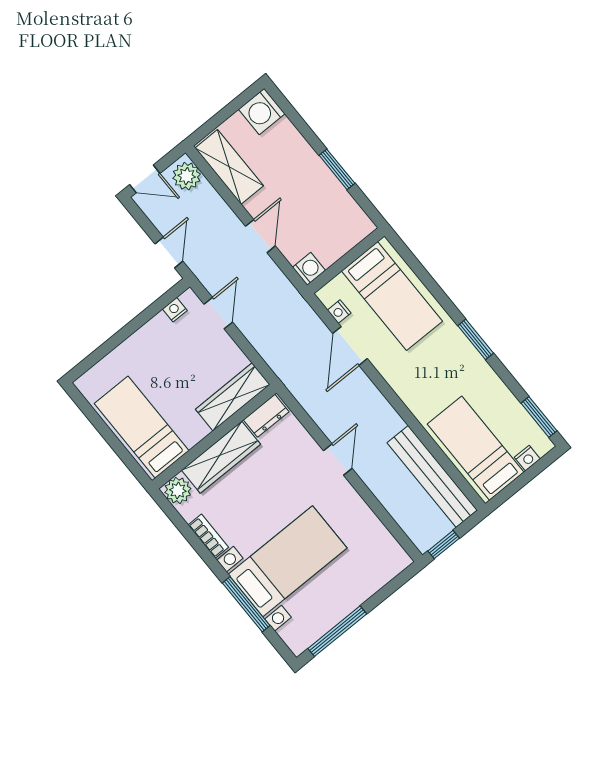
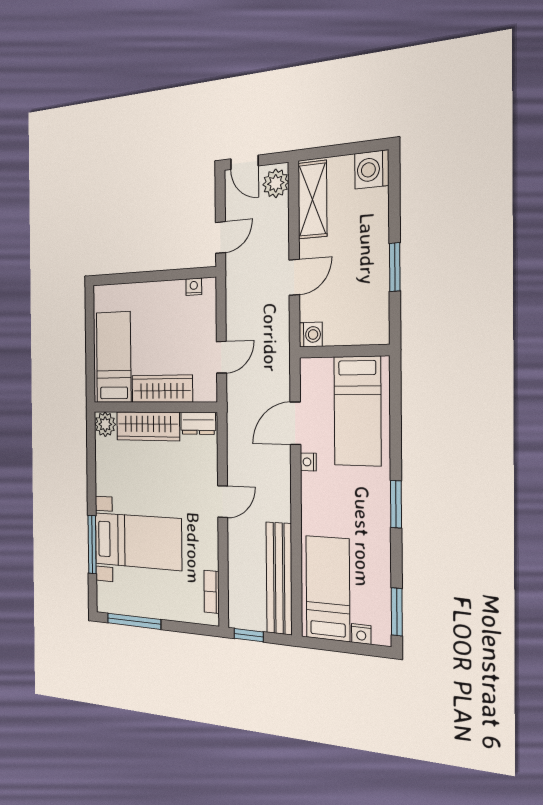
nightstand: (339, 312) -> (308, 462), moved
door: (218, 313) -> (221, 357), moved
wardrobe: (233, 397) -> (162, 389), moved
bookcase: (208, 536) -> (212, 592), moved, turned 180

